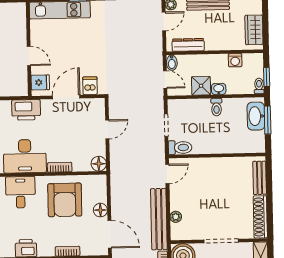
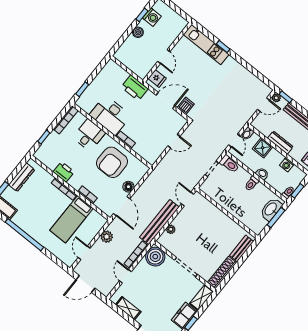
dresser: (188, 45) -> (280, 143), moved
shower: (201, 86) -> (263, 148), moved
toilet: (180, 148) -> (229, 164), moved
floor lamp: (99, 164) -> (151, 158), removed
door: (167, 174) -> (188, 199), swing flipped

